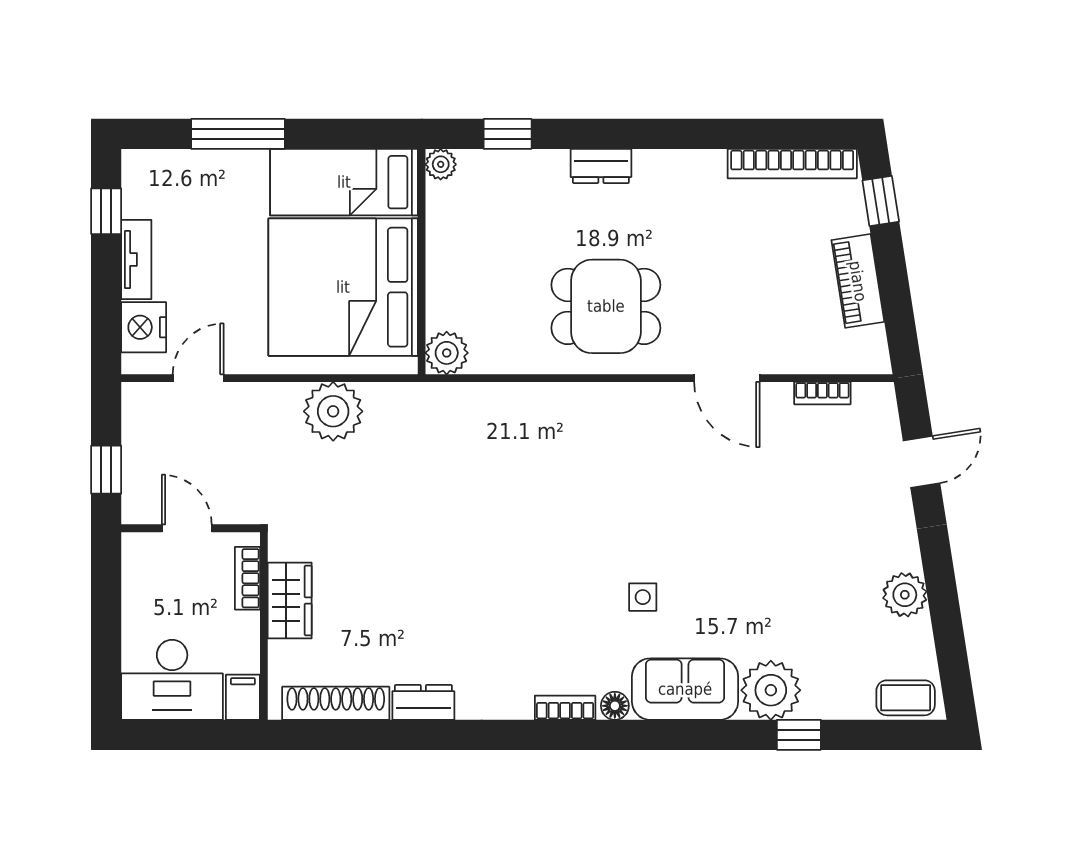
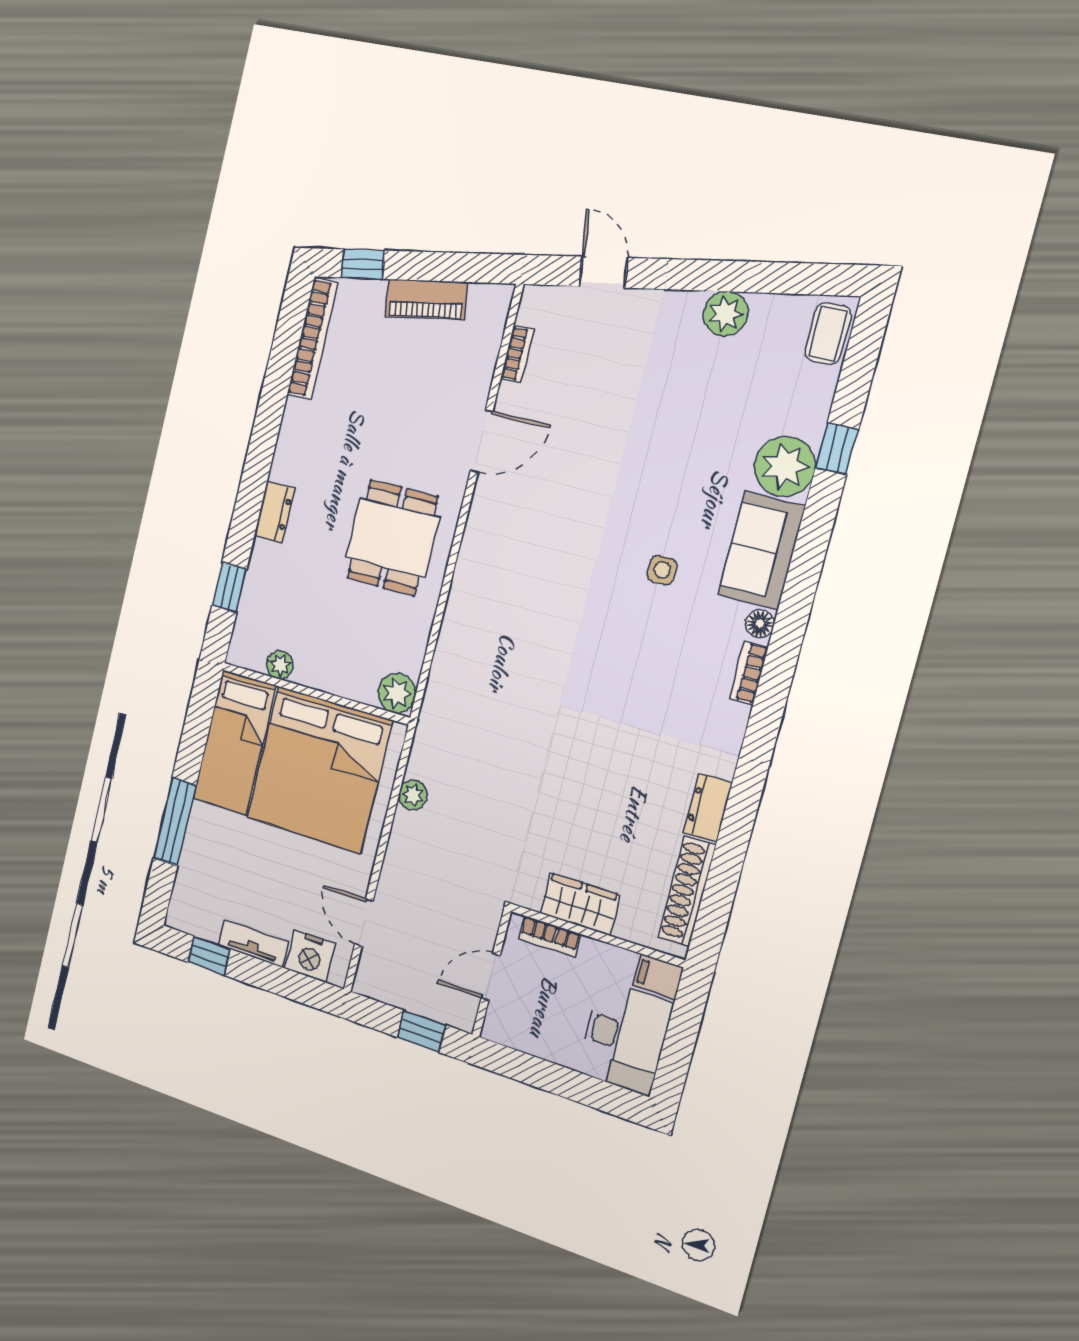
plant: (441, 164) -> (280, 665), moved
plant: (333, 411) -> (413, 795), width x0.53, depth x0.53

